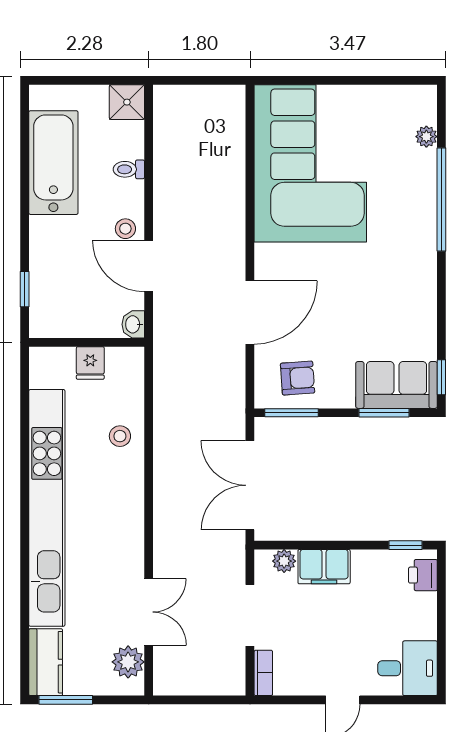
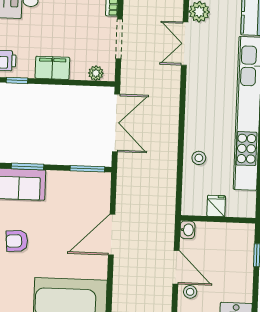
armchair: (298, 378) -> (17, 241), moved
filing cabinet: (324, 567) -> (52, 68), moved

